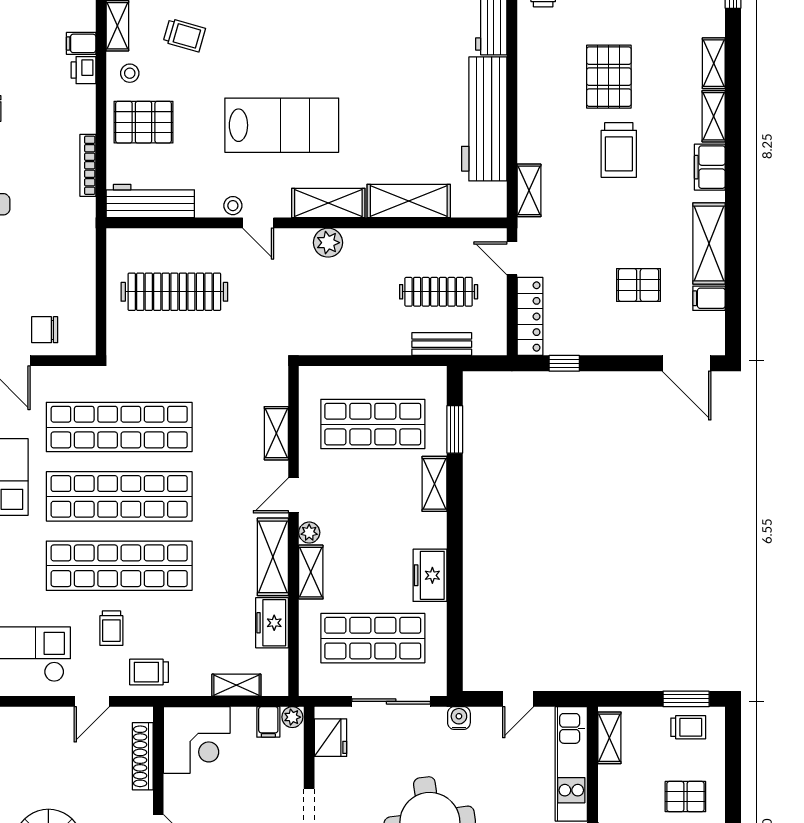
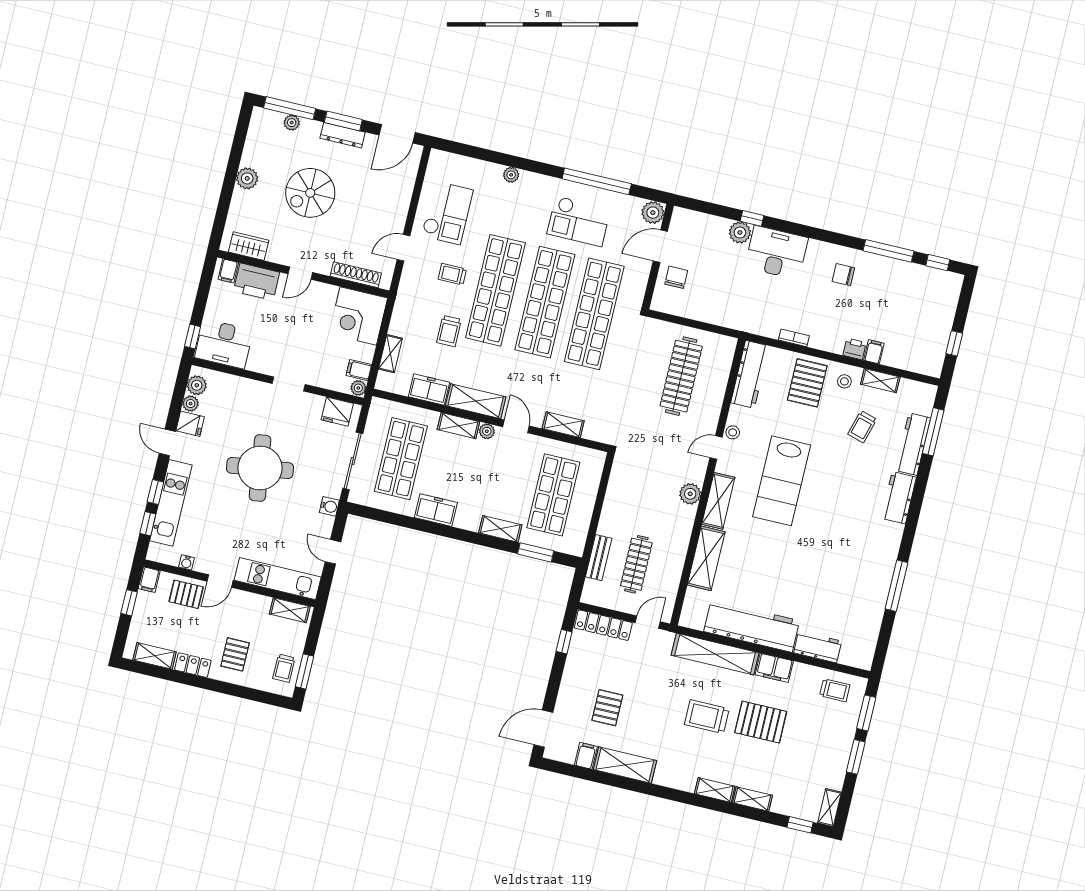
bookcase: (88, 165) -> (794, 338), width x0.64
filing cabinet: (710, 167) -> (774, 668), moved, turned 180
shelving: (529, 190) -> (715, 654), width x2.20, depth x1.33
trolley: (149, 672) -> (449, 331), moved, turned 180
door: (92, 701) -> (403, 248), hinge flipped

